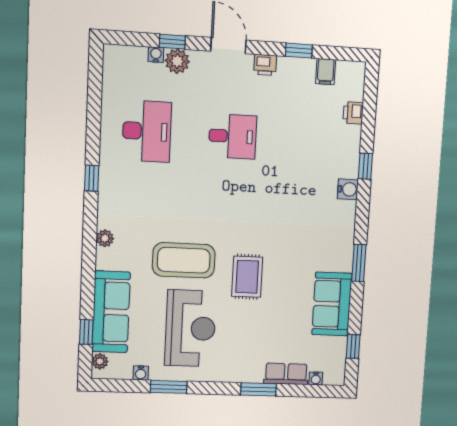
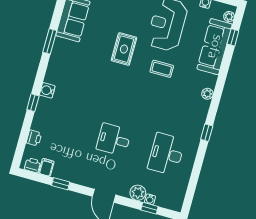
window: (172, 42) -> (150, 208), moved
printer: (265, 65) -> (32, 165), moved
coffee table: (184, 260) -> (162, 69), width x0.54, depth x0.58

